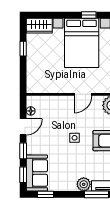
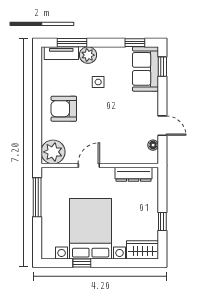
dresser: (47, 87) -> (134, 174), added
door: (23, 127) -> (162, 126), swing flipped
side table: (75, 138) -> (98, 82), moved
window: (23, 151) -> (162, 96), removed

